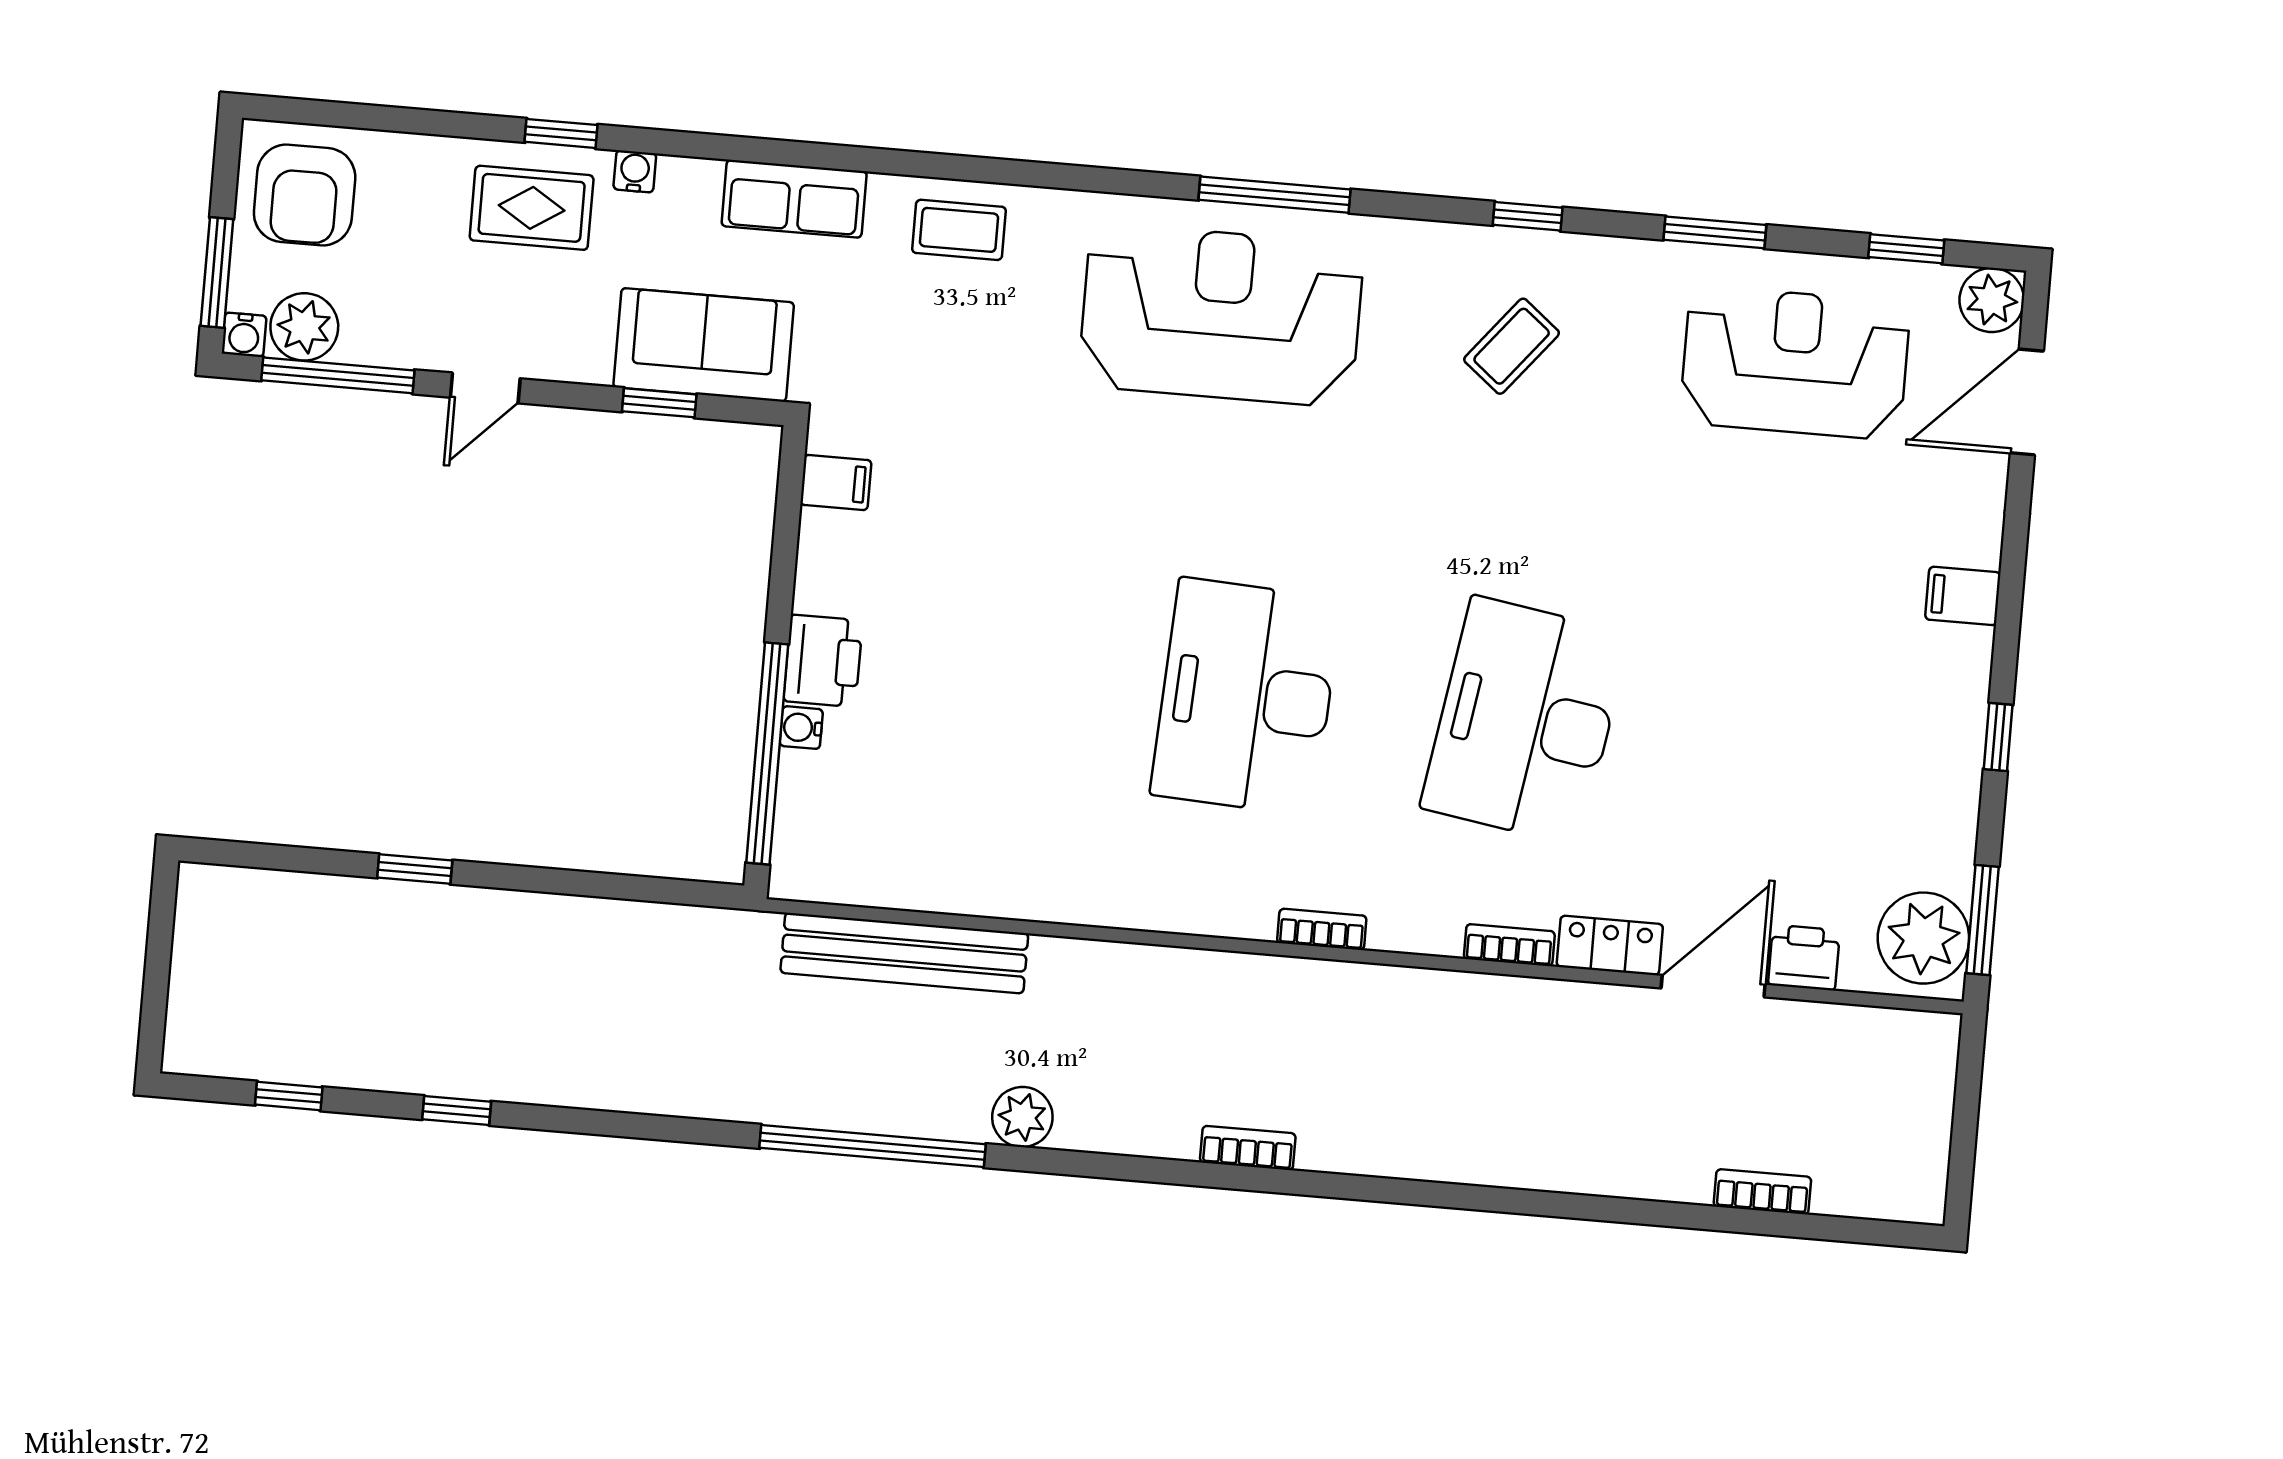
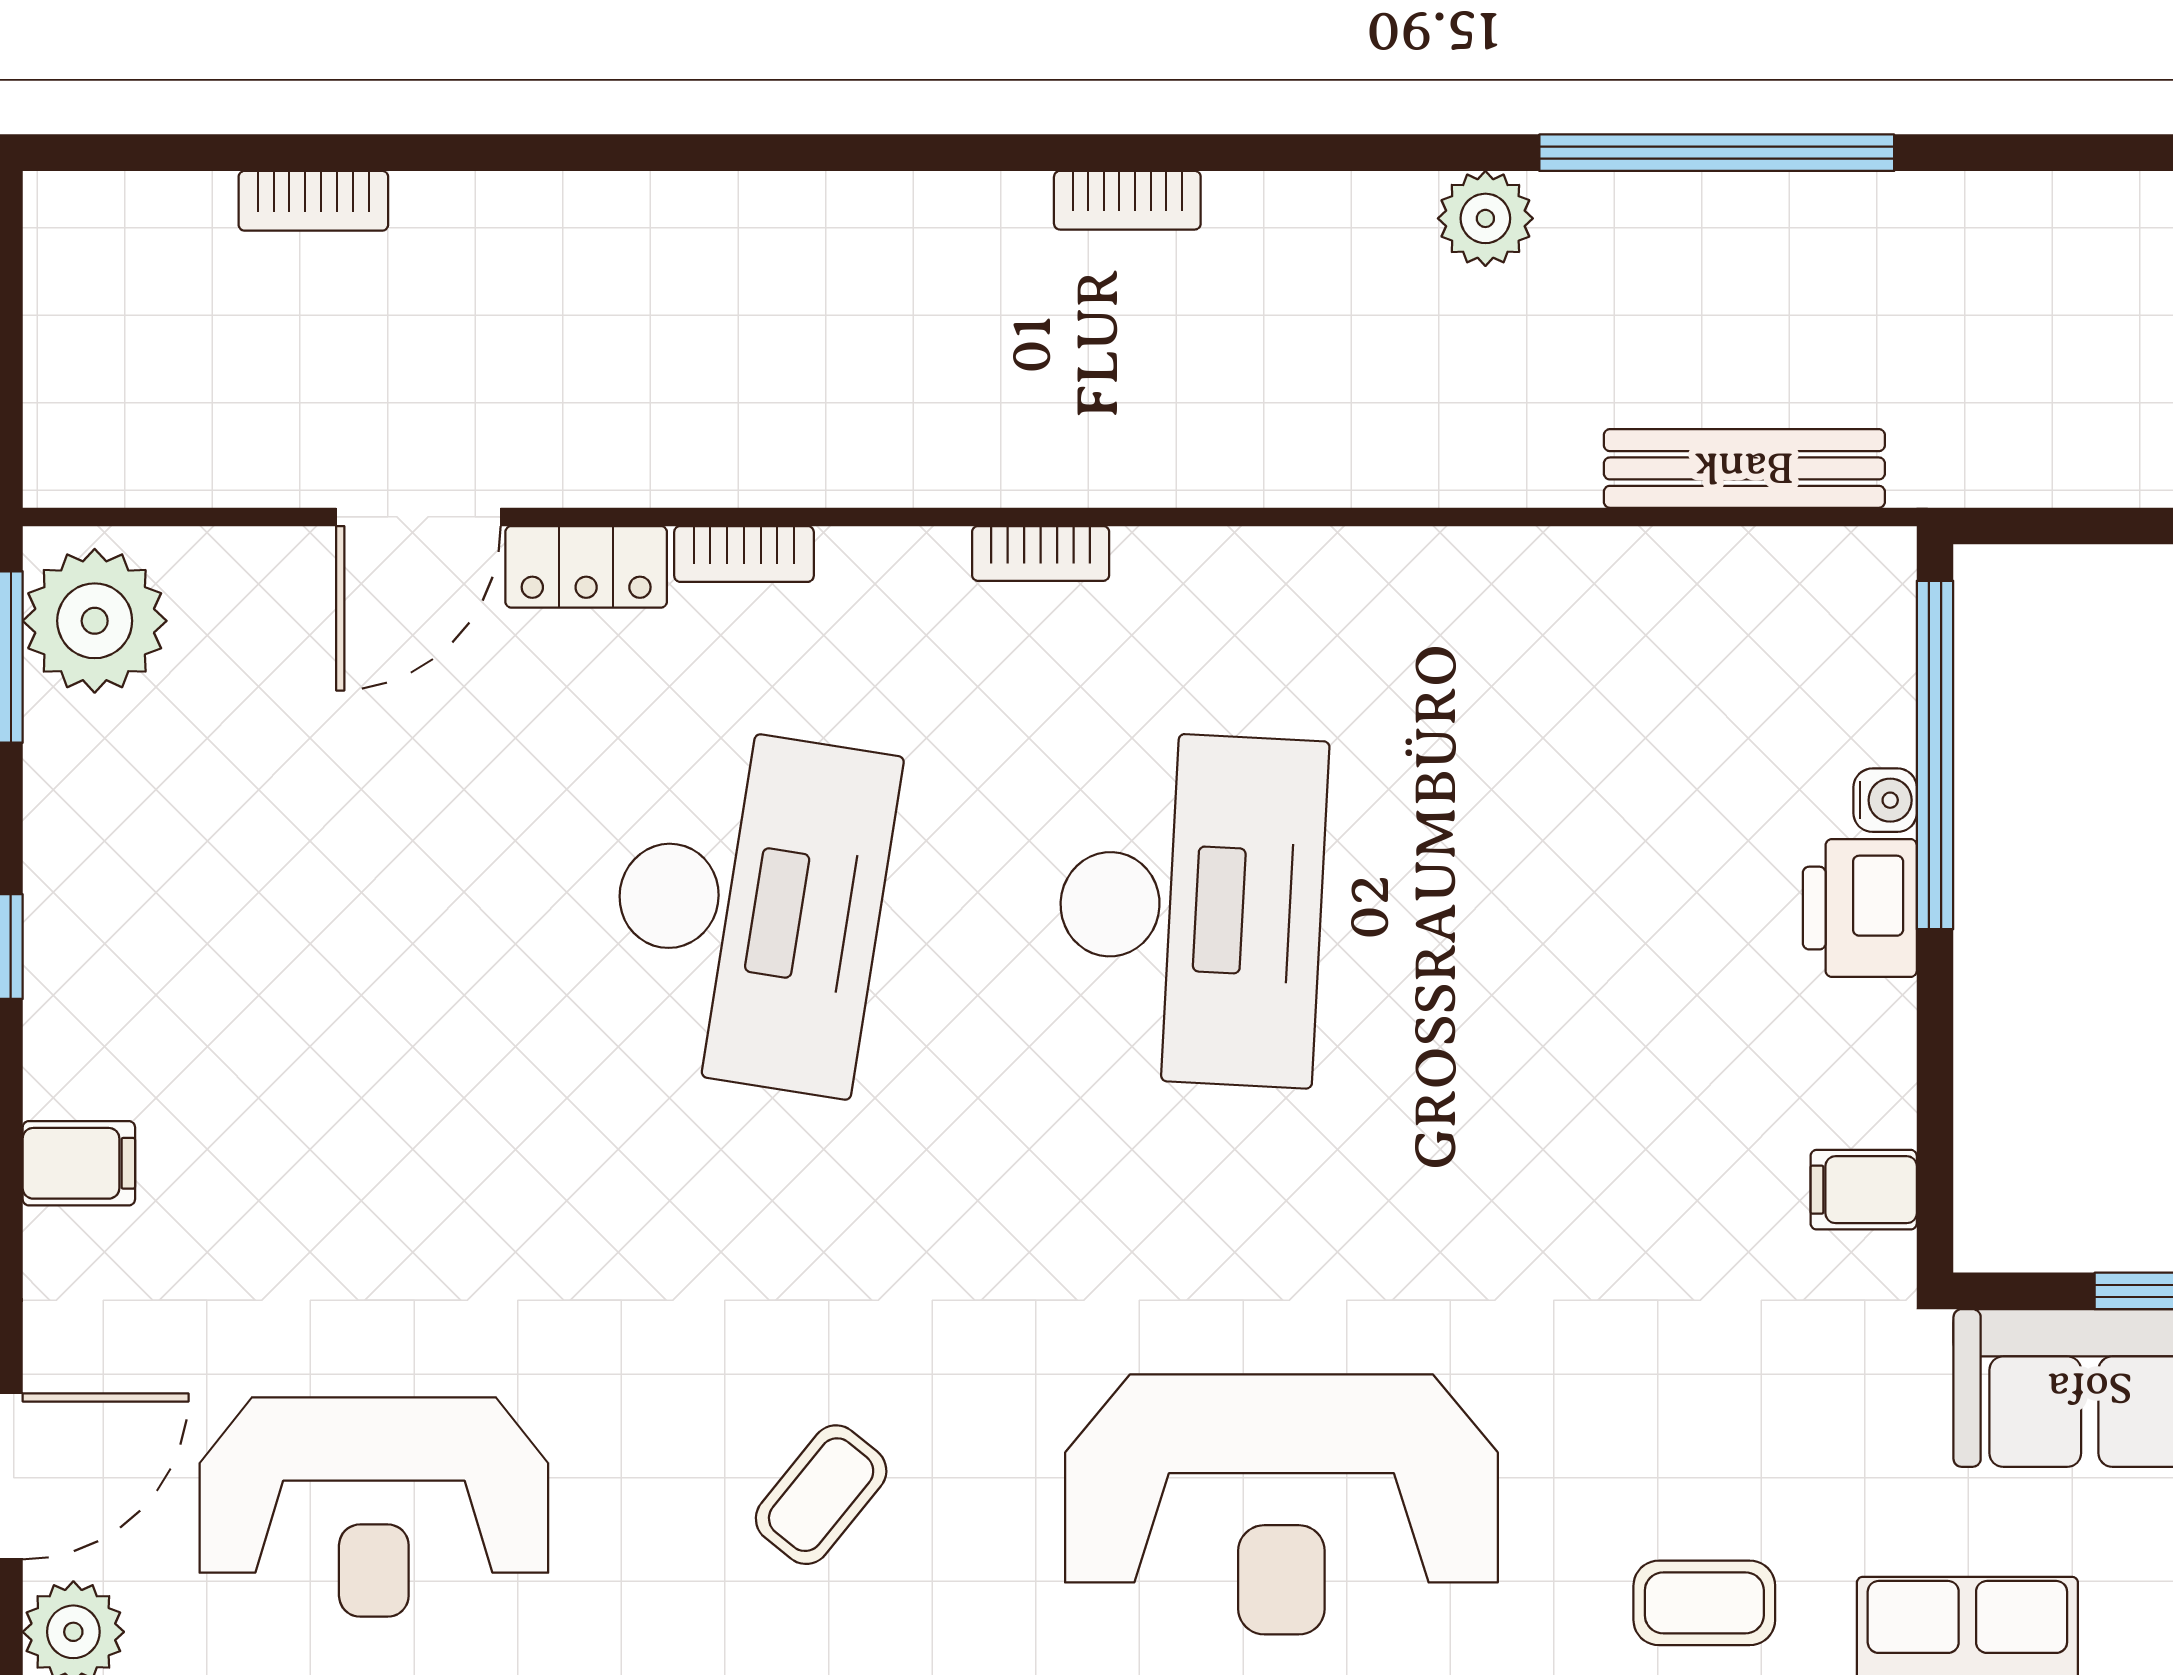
bench: (904, 953) -> (1744, 468), width x0.73, depth x0.82
printer: (1804, 958) -> (280, 574), removed

